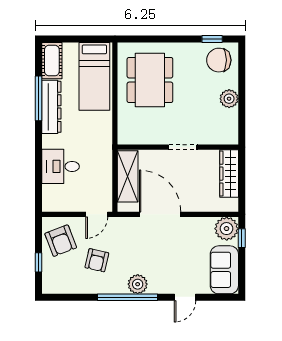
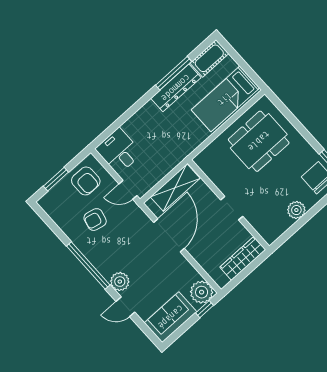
desk: (61, 166) -> (119, 151), moved
armchair: (61, 241) -> (86, 181), turned -69
window: (39, 262) -> (56, 179), width x1.50
plant: (138, 284) -> (120, 282), moved

